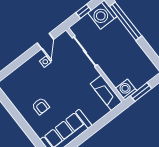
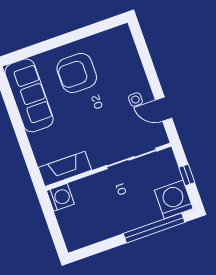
window: (141, 92) -> (50, 217), removed
armchair: (41, 106) -> (77, 73), width x1.88, depth x1.88

